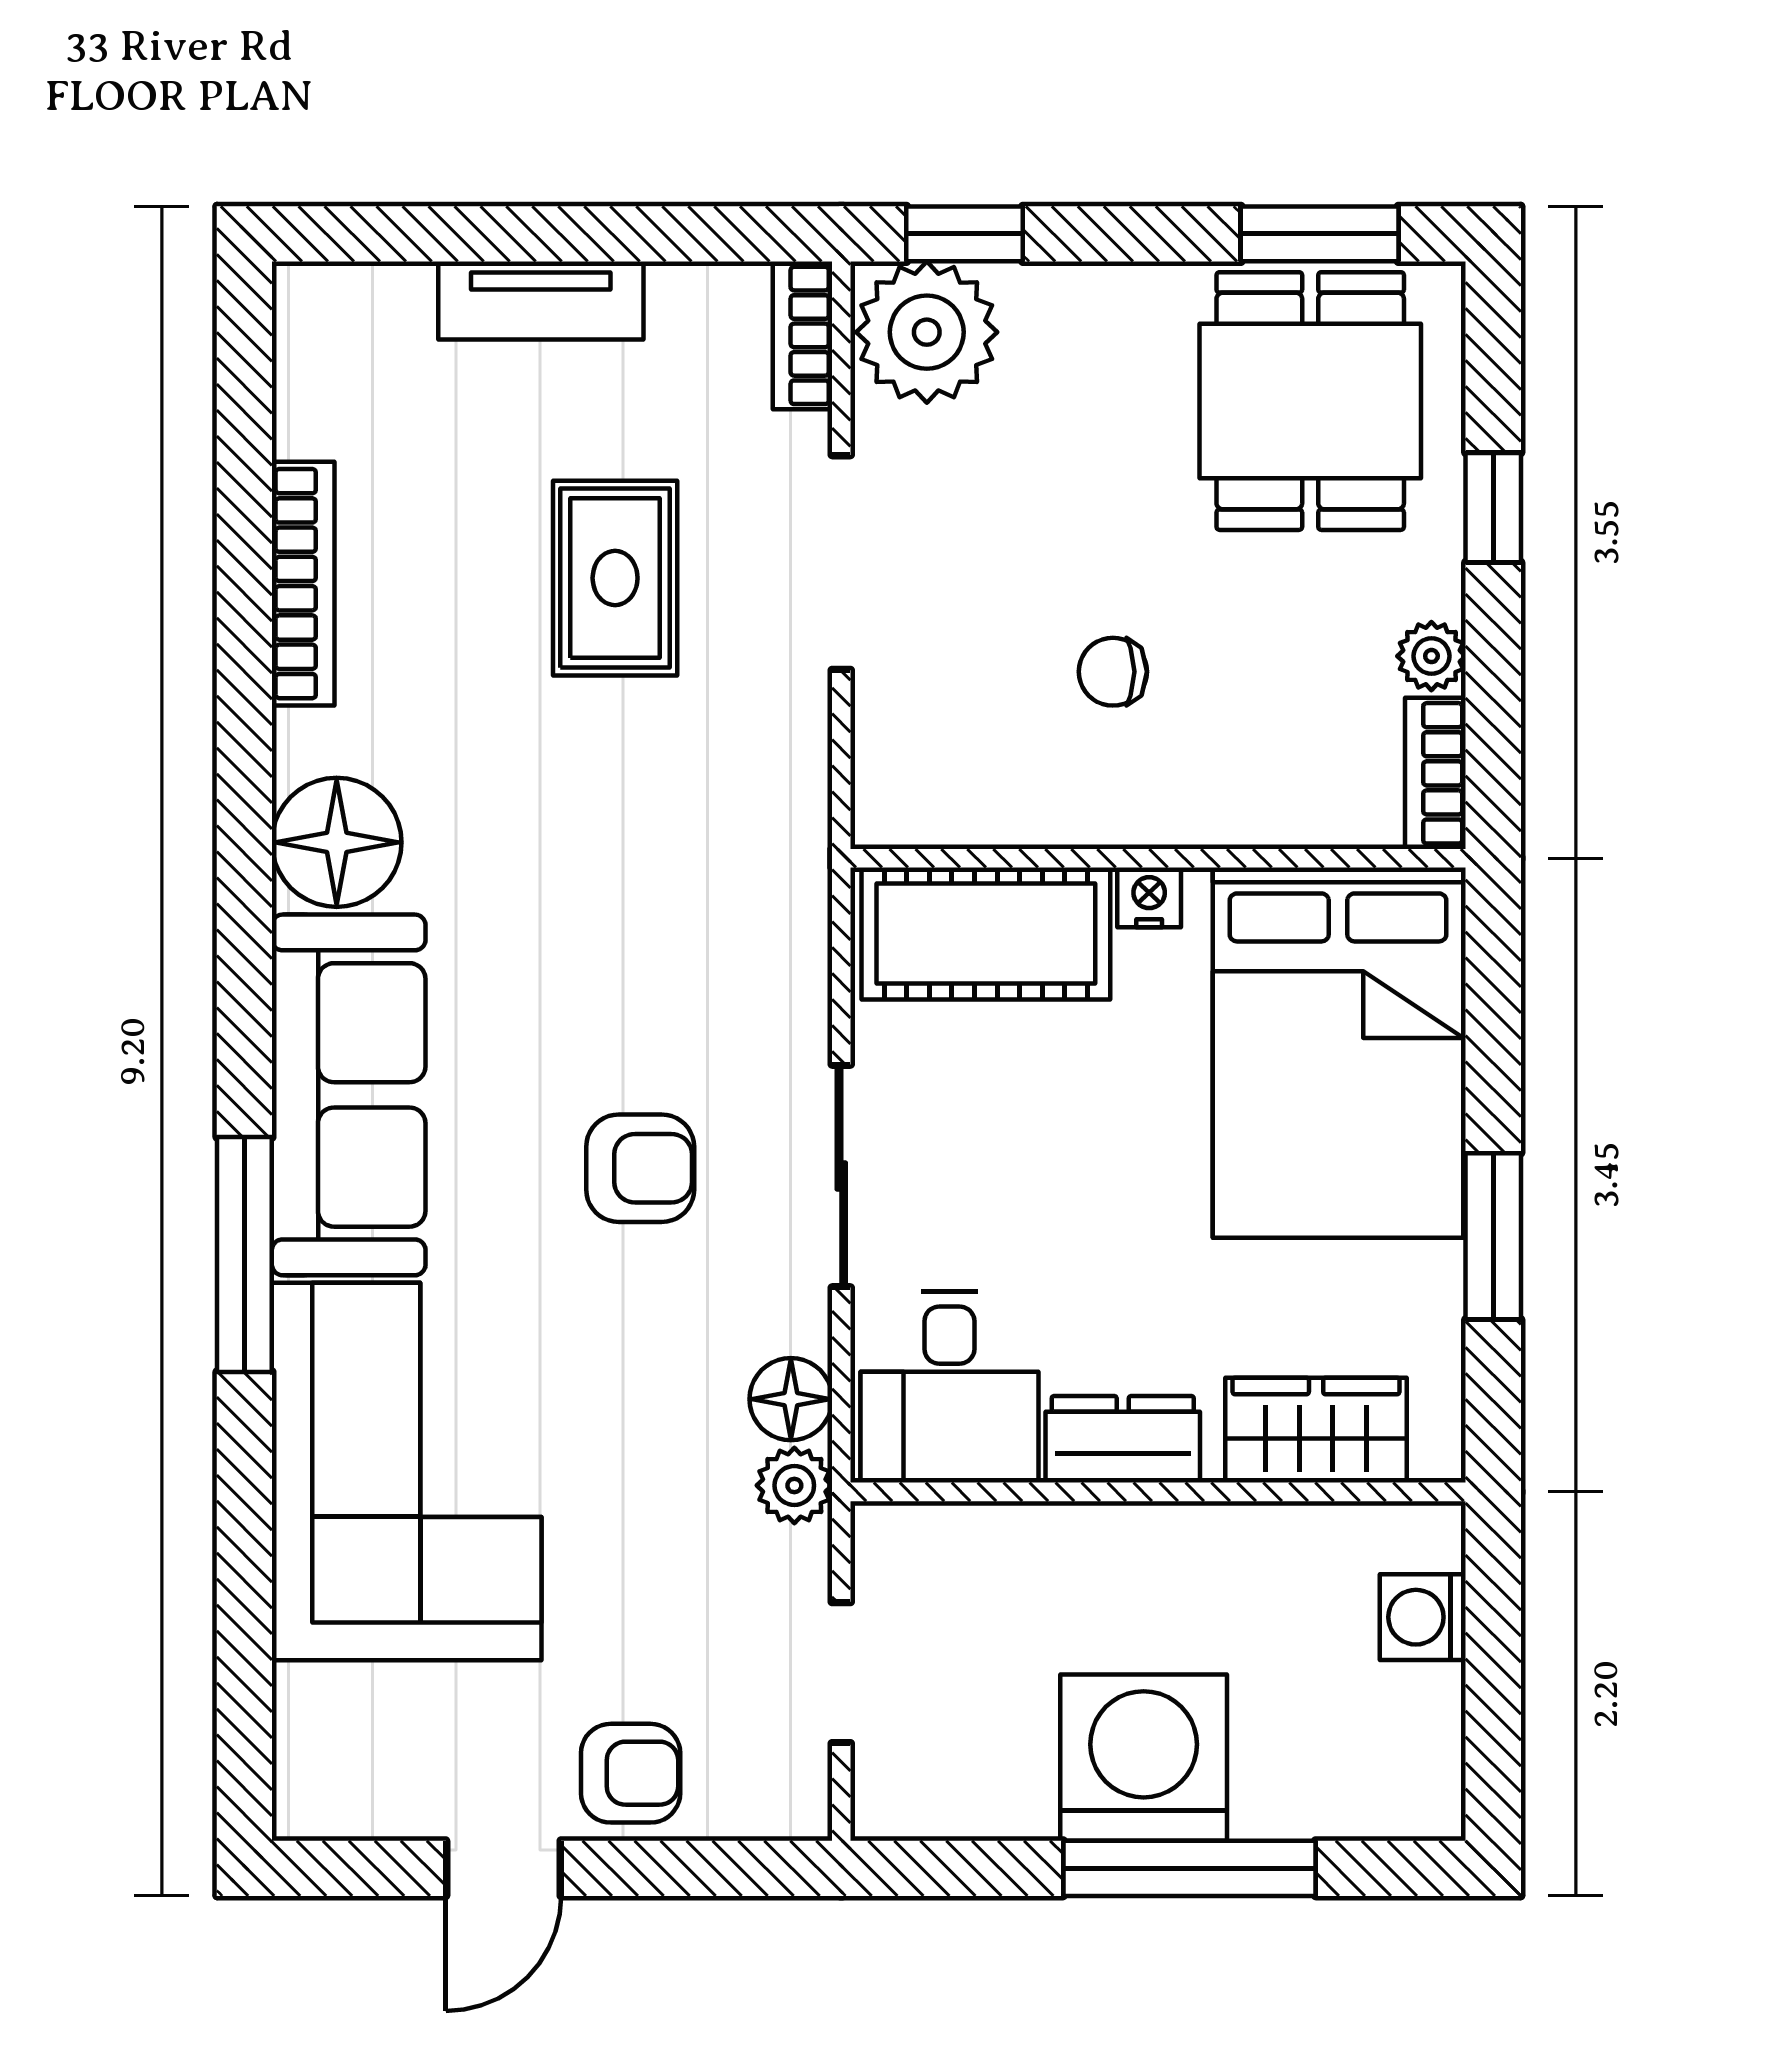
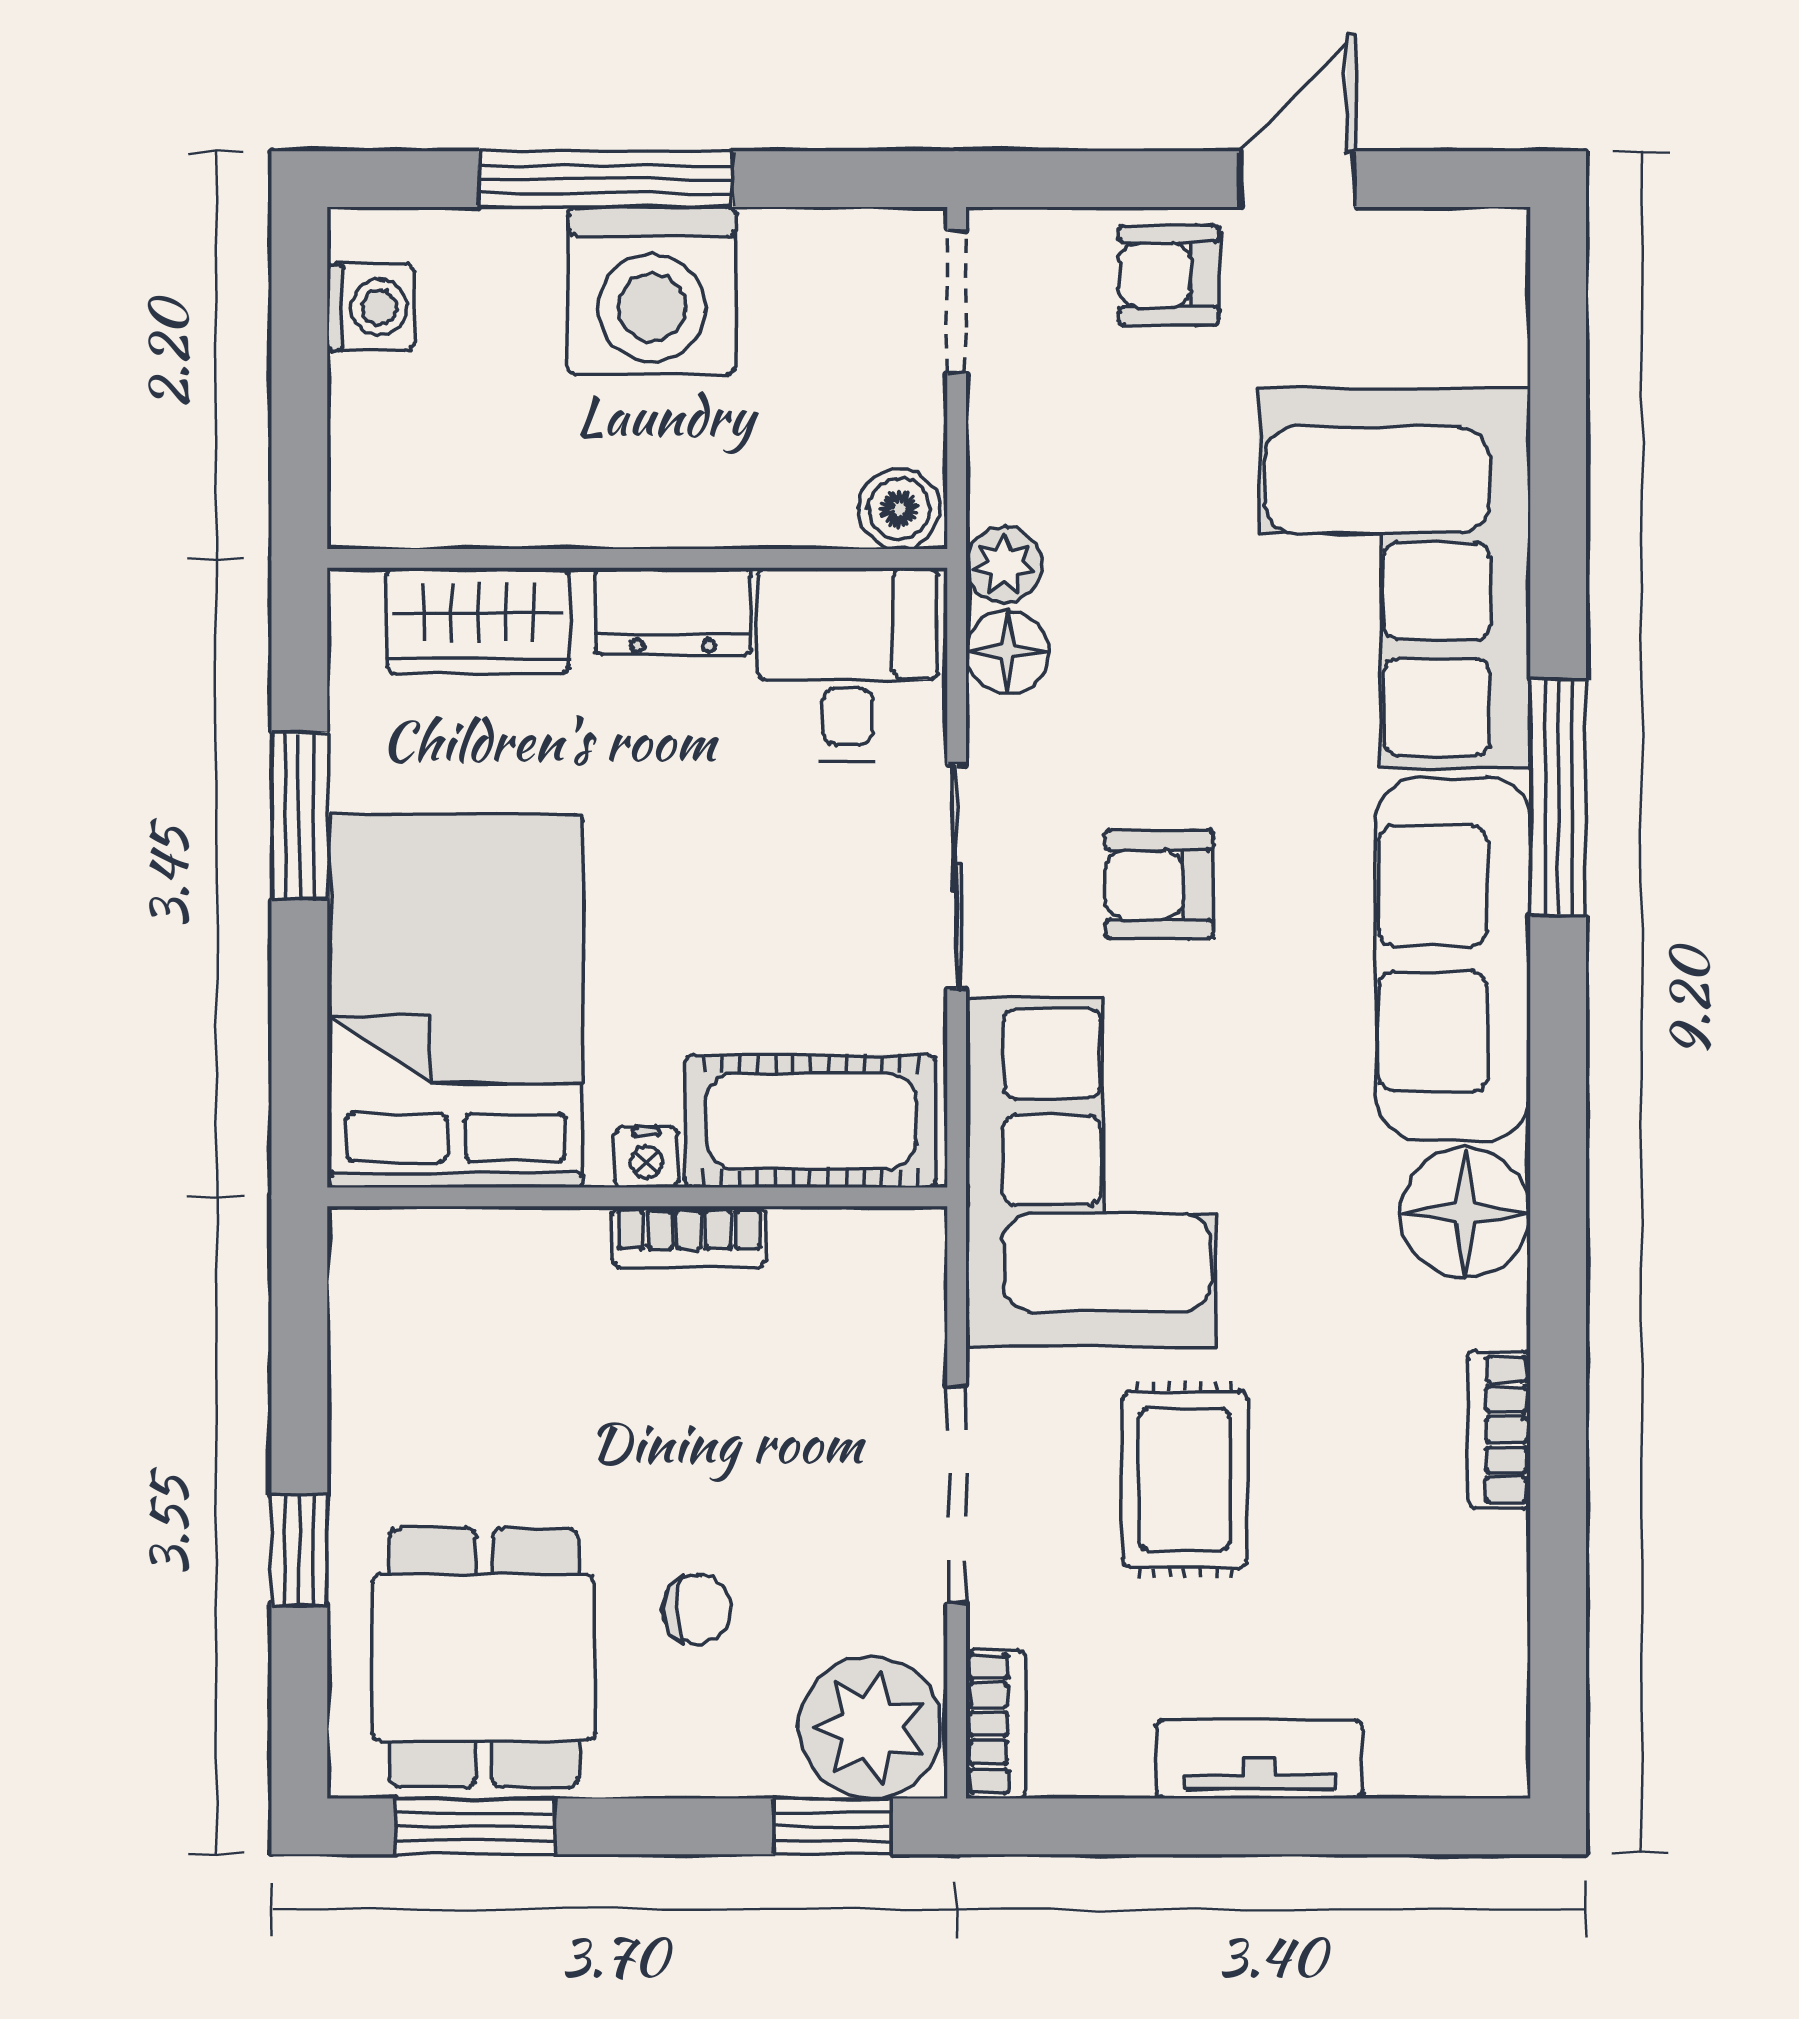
bookcase: (303, 584) -> (1499, 1430), width x0.64
plant: (1431, 656) -> (362, 1401), removed
chair: (1113, 672) -> (697, 1609), moved
bookcase: (1435, 773) -> (689, 1237), moved, turned 90
corner sofa: (708, 883) -> (1091, 1172), added
boiler: (898, 1541) -> (899, 509), added
washing machine: (1423, 1617) -> (370, 307), moved
doorway: (841, 1673) -> (957, 302), moved

